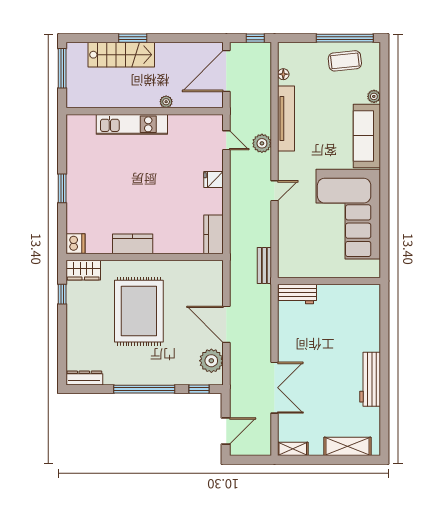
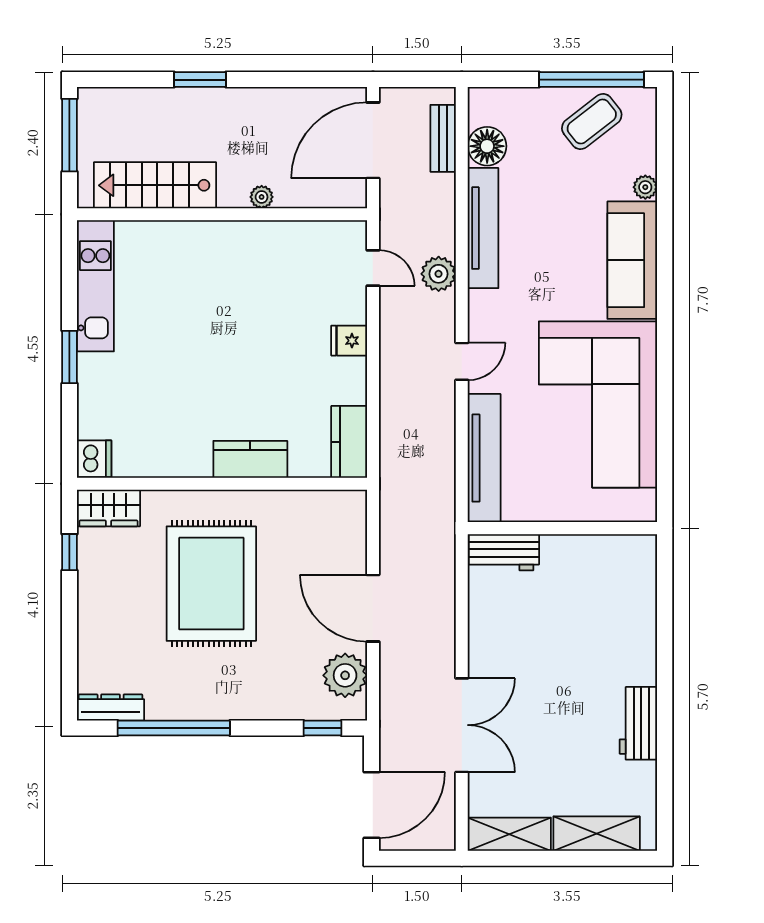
window: (255, 38) -> (426, 80), removed
stairs: (121, 55) -> (155, 185), moved, turned 180
coffee table: (345, 61) -> (592, 121), turned -32
floor lamp: (283, 74) -> (487, 146), width x1.89, depth x1.89
kitchen unit: (132, 124) -> (95, 286), moved, turned -90
tv unit: (287, 243) -> (484, 458), added
kitchen counter: (133, 244) -> (250, 459), moved
bench: (264, 265) -> (443, 138), moved
workbench: (370, 379) -> (638, 723), width x0.73
window: (144, 389) -> (174, 728), moved
door: (226, 431) -> (371, 805), width x1.36
shelving: (293, 449) -> (509, 834), width x1.50, depth x1.33

